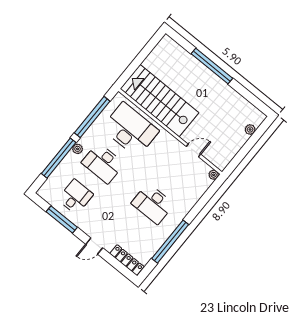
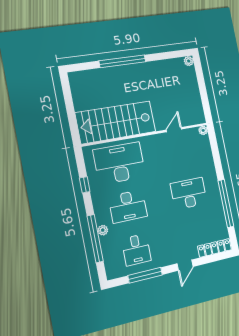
window: (92, 117) -> (85, 185), width x0.32
plant: (250, 129) -> (189, 61), moved
plant: (78, 149) -> (103, 230), moved
desk: (75, 197) -> (136, 250), turned 180
desk: (153, 204) -> (189, 193), turned 180

